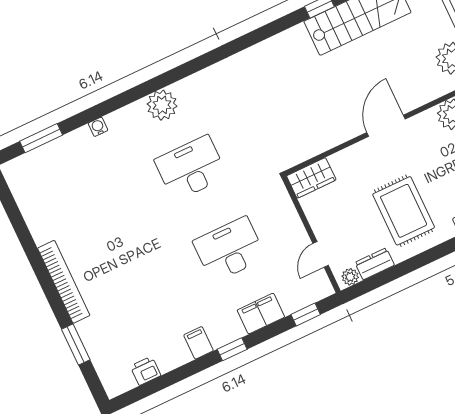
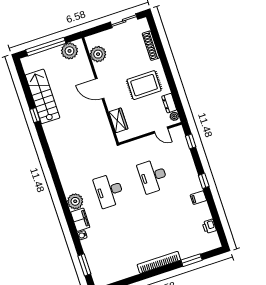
wardrobe: (311, 178) -> (118, 120), moved
filing cabinet: (261, 314) -> (80, 220), moved, turned 180

